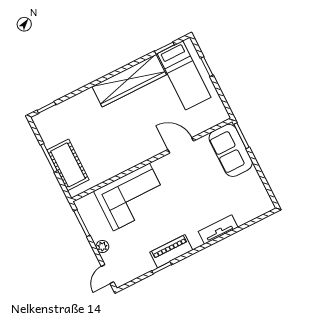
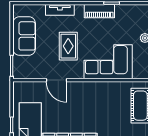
sofa: (231, 150) -> (24, 36), moved
rug: (187, 192) -> (68, 46), added

